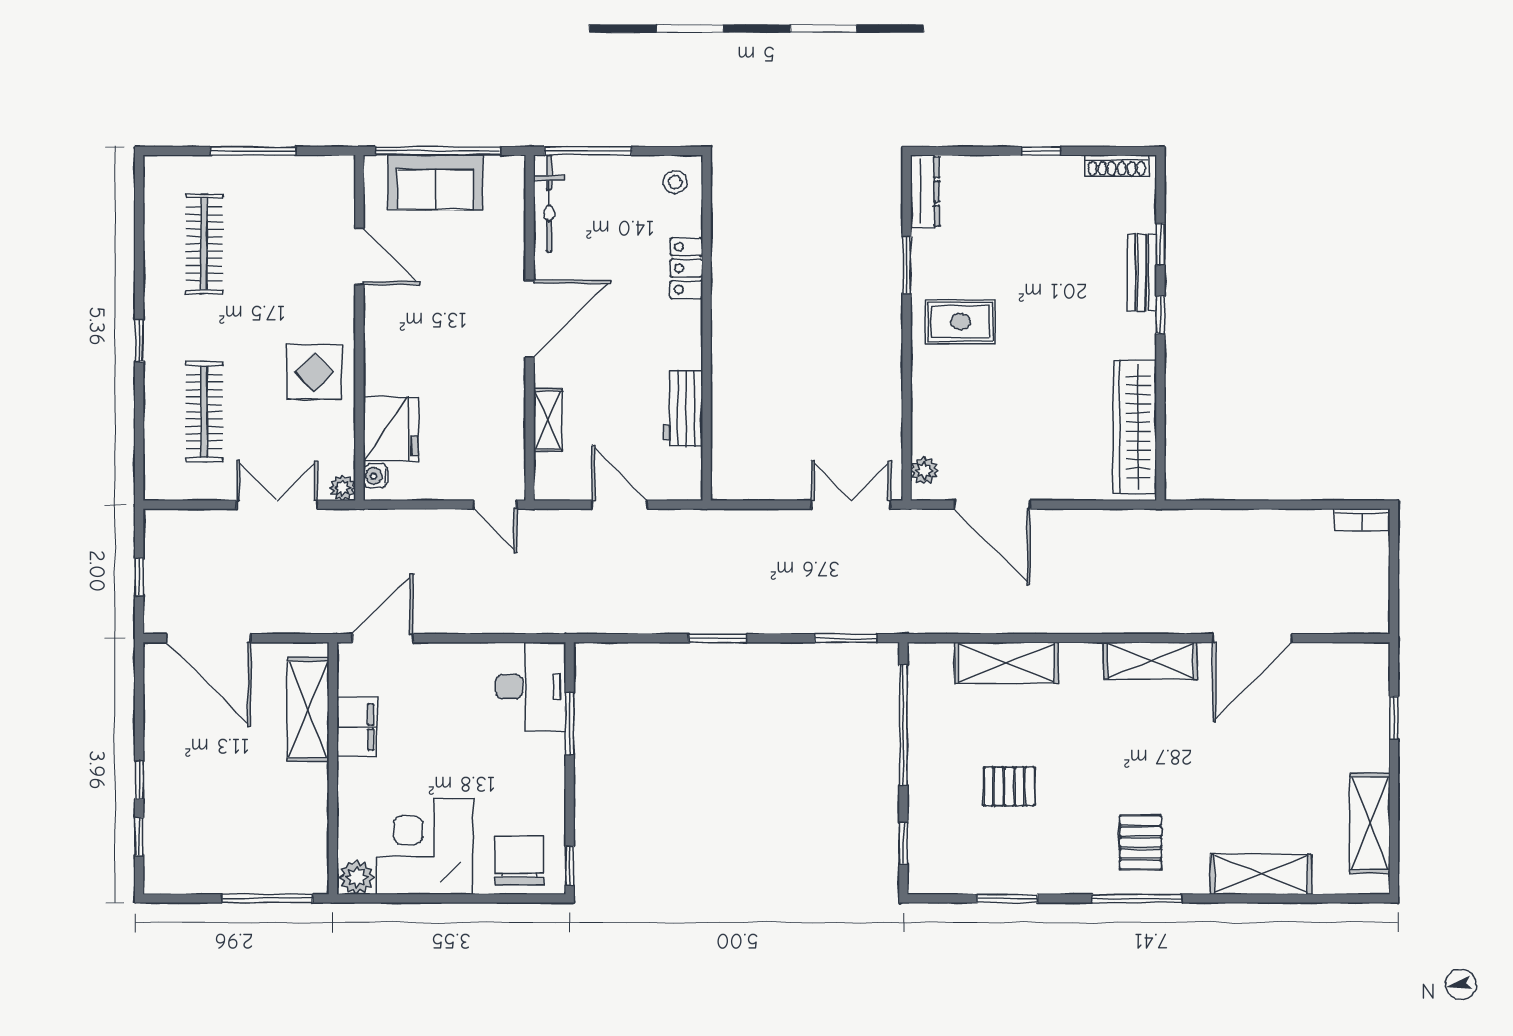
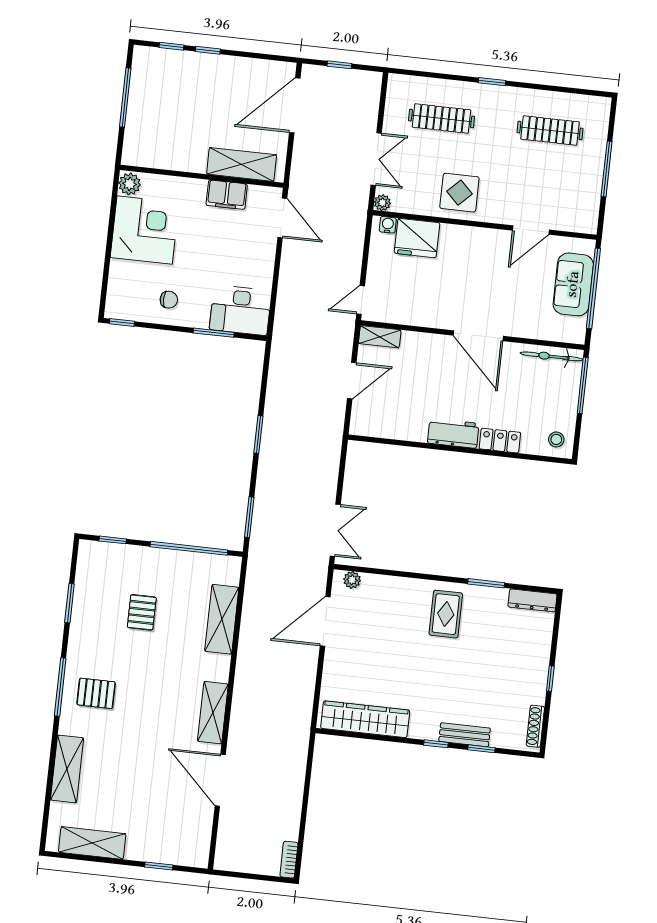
workbench: (683, 408) -> (453, 433), moved
shelving: (548, 420) -> (380, 337), moved
chair: (519, 861) -> (169, 300), moved, width x0.54, depth x0.54
window: (267, 898) -> (125, 98), moved

